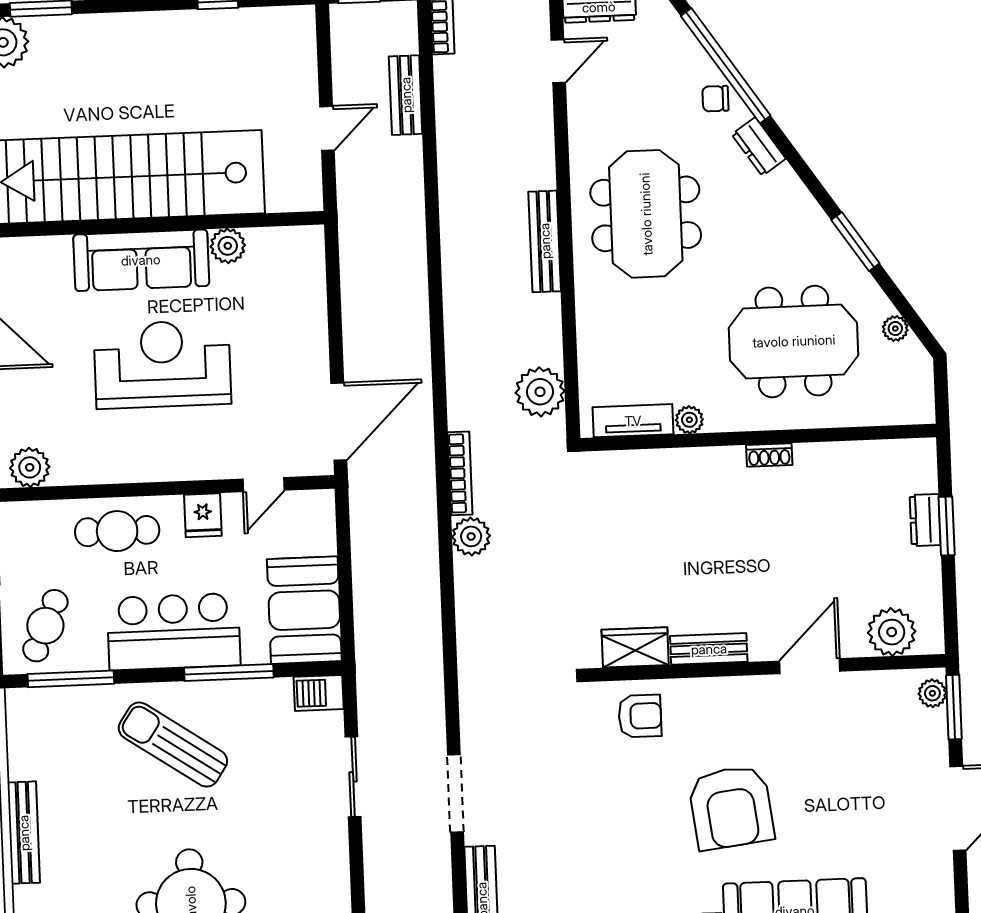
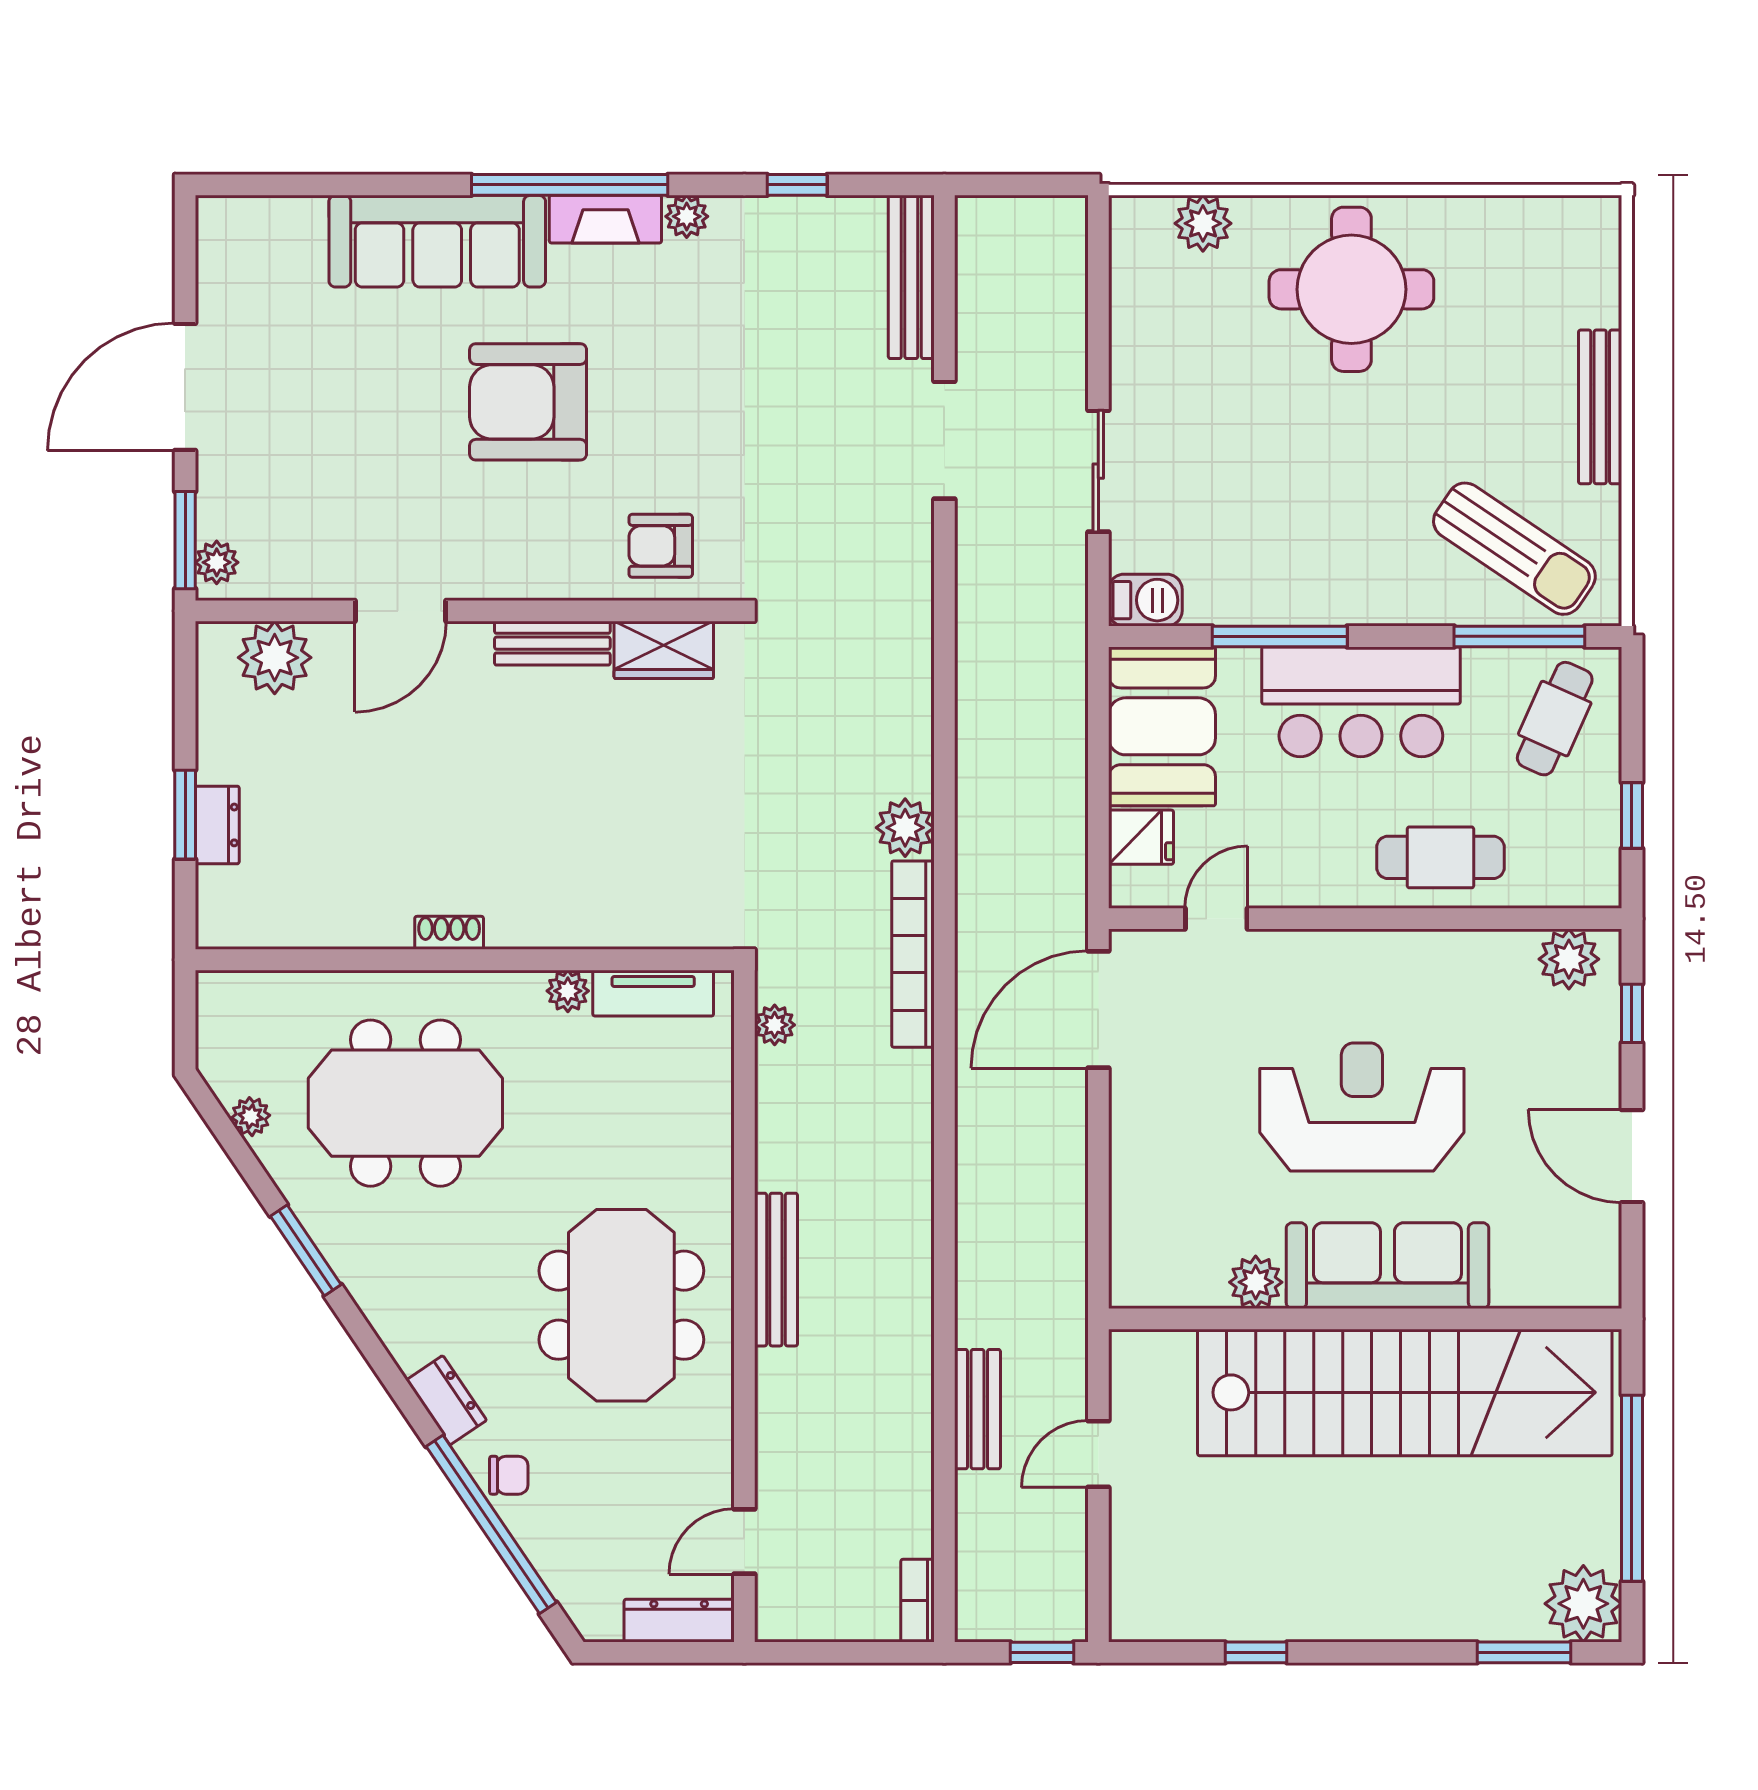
bench: (406, 95) -> (978, 1409), moved
reception desk: (162, 364) -> (1362, 1107), turned 180
plant: (540, 392) -> (775, 1025), width x0.53, depth x0.53
bookcase: (460, 473) -> (913, 954), width x1.48, depth x1.31
fridge: (203, 515) -> (1141, 837), moved, turned 90
sun lounger: (173, 745) -> (1514, 549), moved
armchair: (731, 807) -> (528, 402), turned -83

